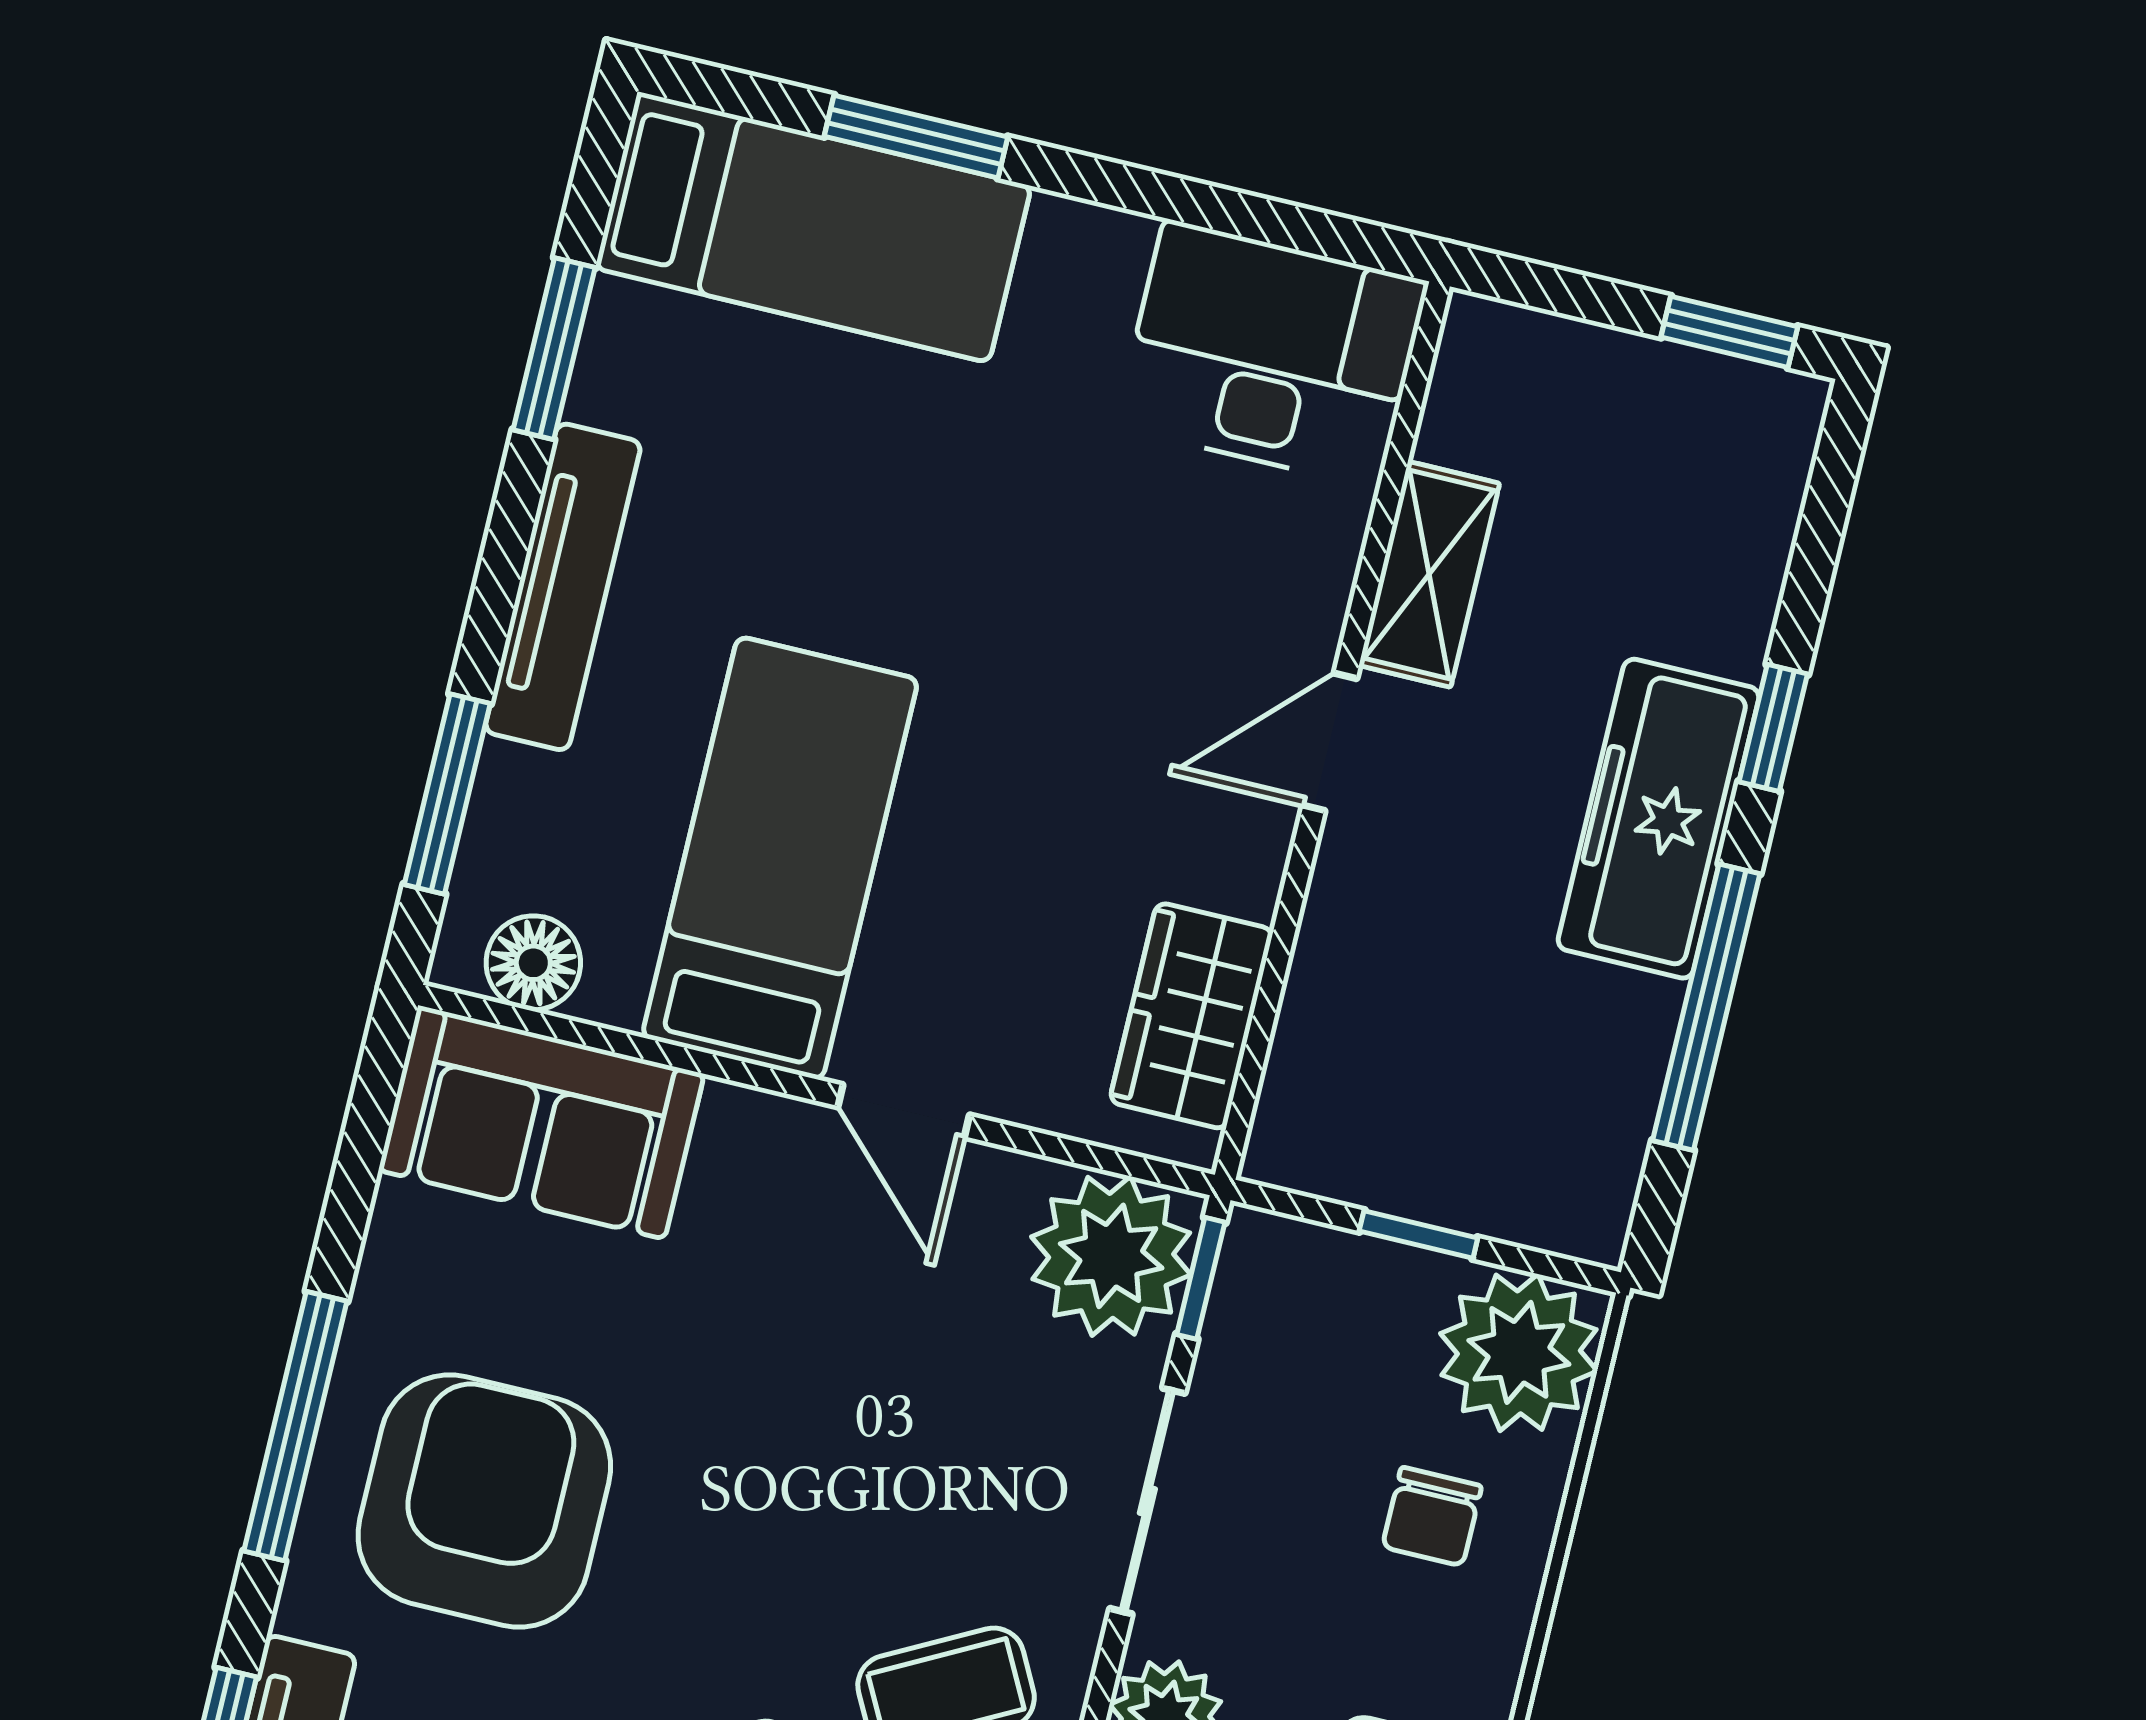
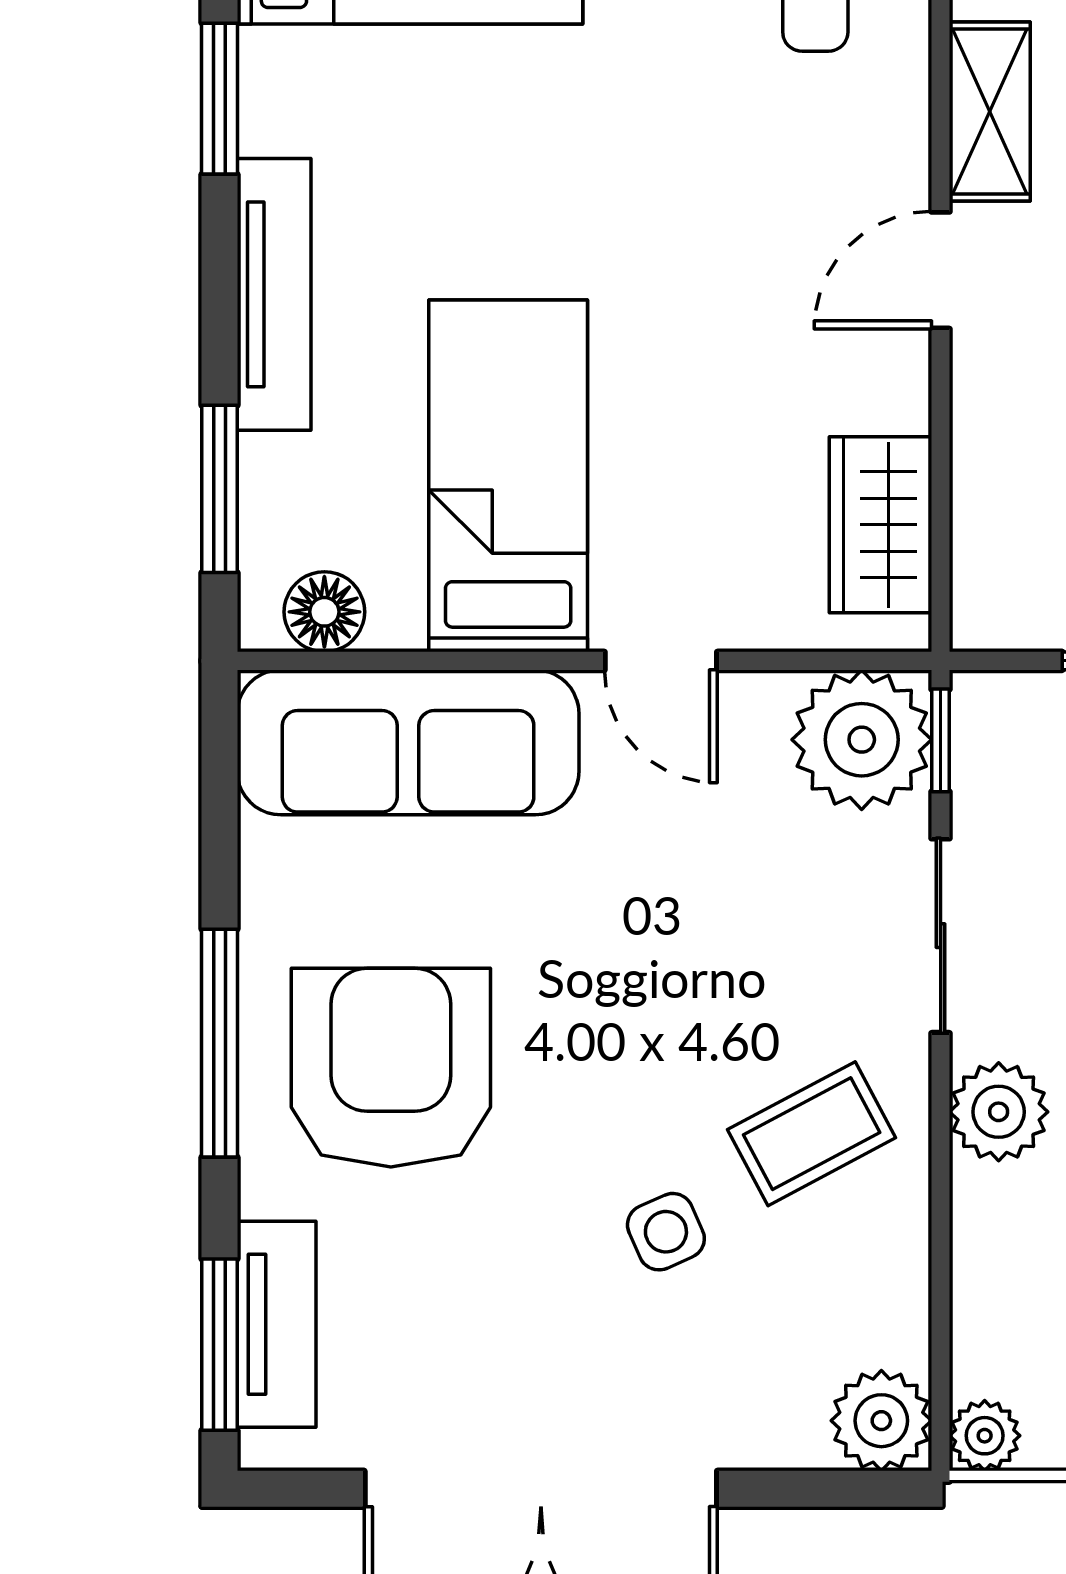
sofa: (541, 1122) -> (408, 742), width x1.36

